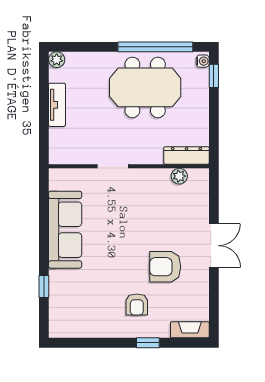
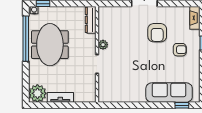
plant: (57, 60) -> (37, 93), width x1.87, depth x1.87
plant: (179, 176) -> (103, 45), moved
sofa: (65, 230) -> (169, 93), moved
window: (44, 287) -> (182, 105), moved

